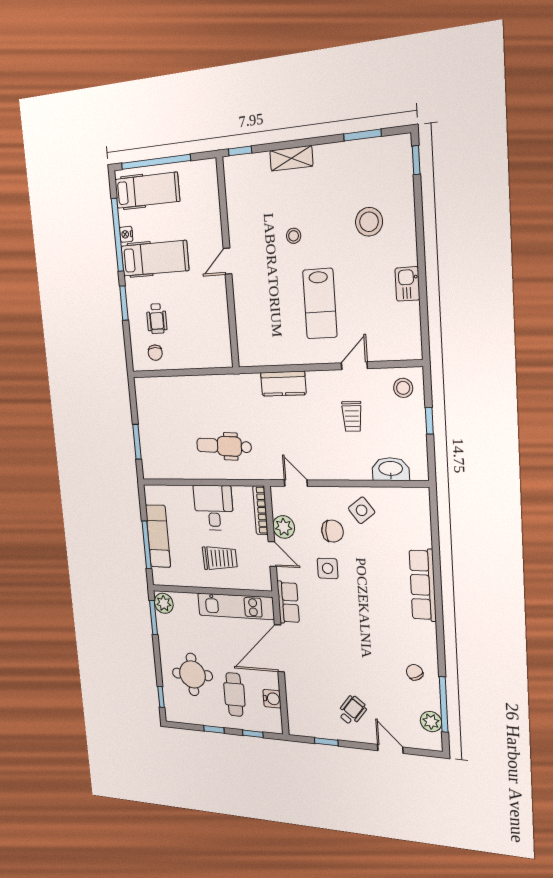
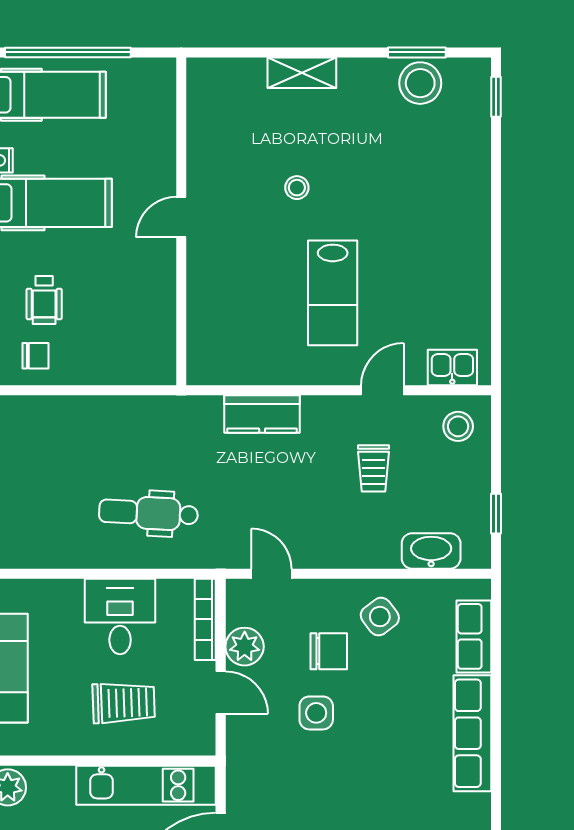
window: (240, 151) -> (217, 52), removed
stool: (369, 222) -> (420, 83), moved
kitchen sink: (407, 284) -> (452, 367), moved, turned 90
chair: (155, 353) -> (36, 356), turned -90
window: (429, 421) -> (496, 514), moved
row of seats: (288, 602) -> (474, 636), moved, turned 180

